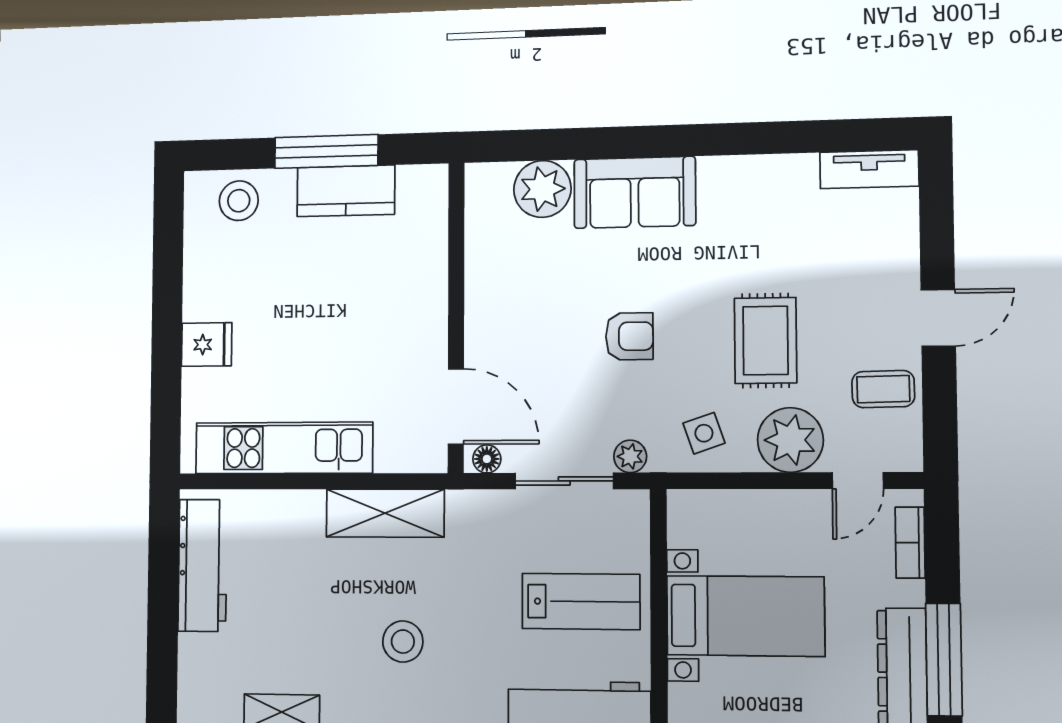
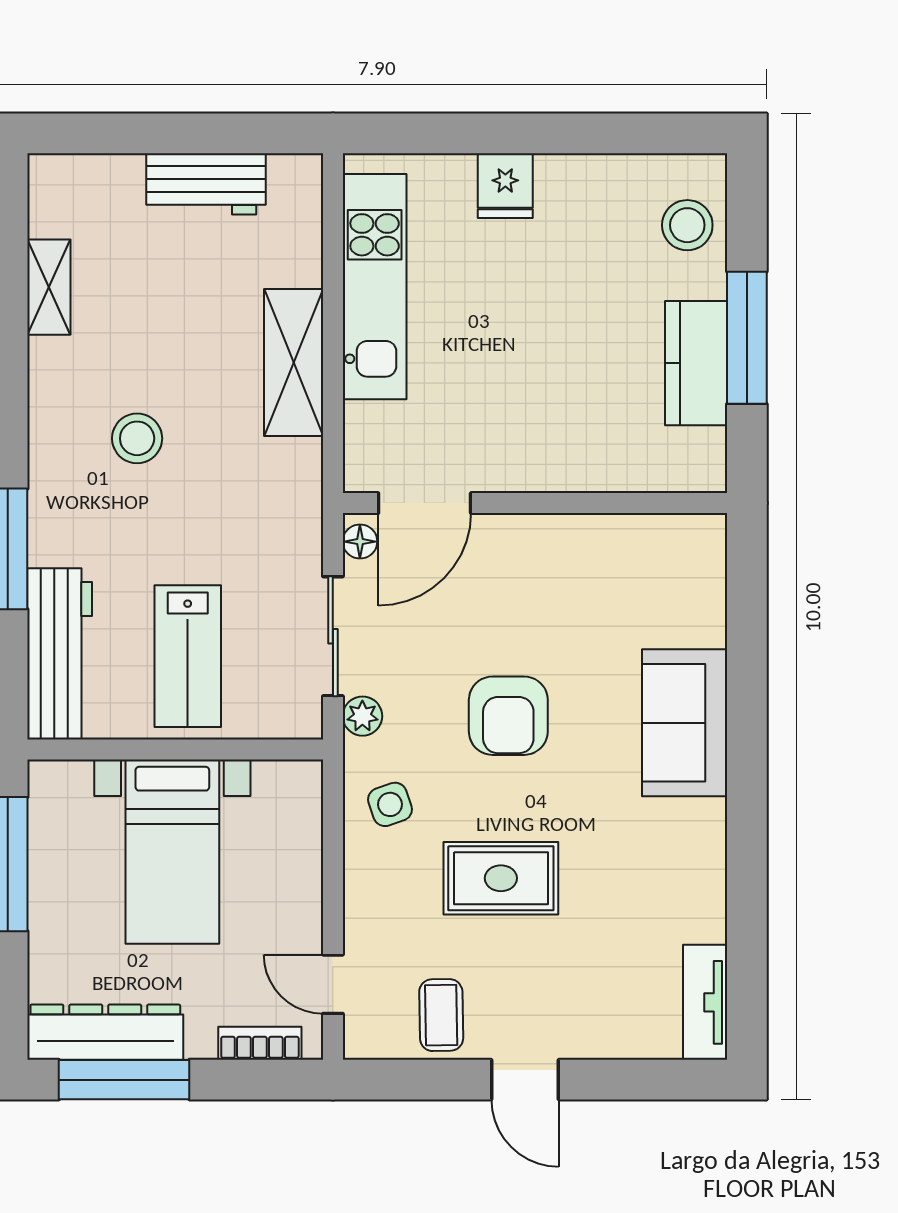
plant: (542, 189) -> (692, 610), removed
armchair: (629, 336) -> (508, 716), width x1.38, depth x1.38
plant: (790, 440) -> (381, 906), removed
shelving: (385, 513) -> (294, 363), moved
workbench: (202, 565) -> (206, 184), width x0.73

